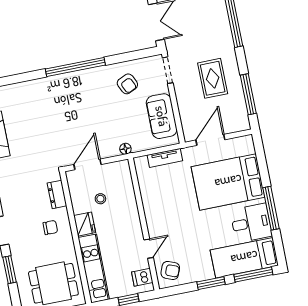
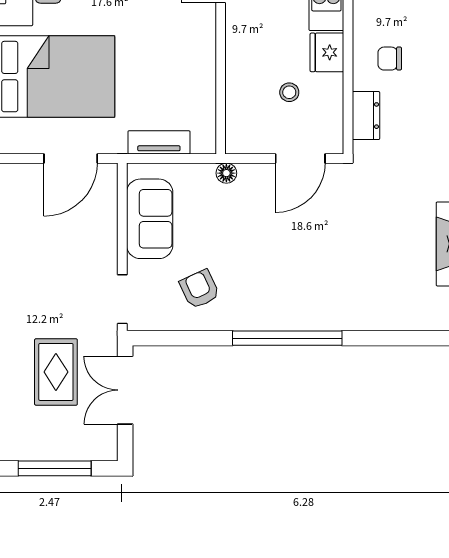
rug: (213, 78) -> (56, 372), moved

